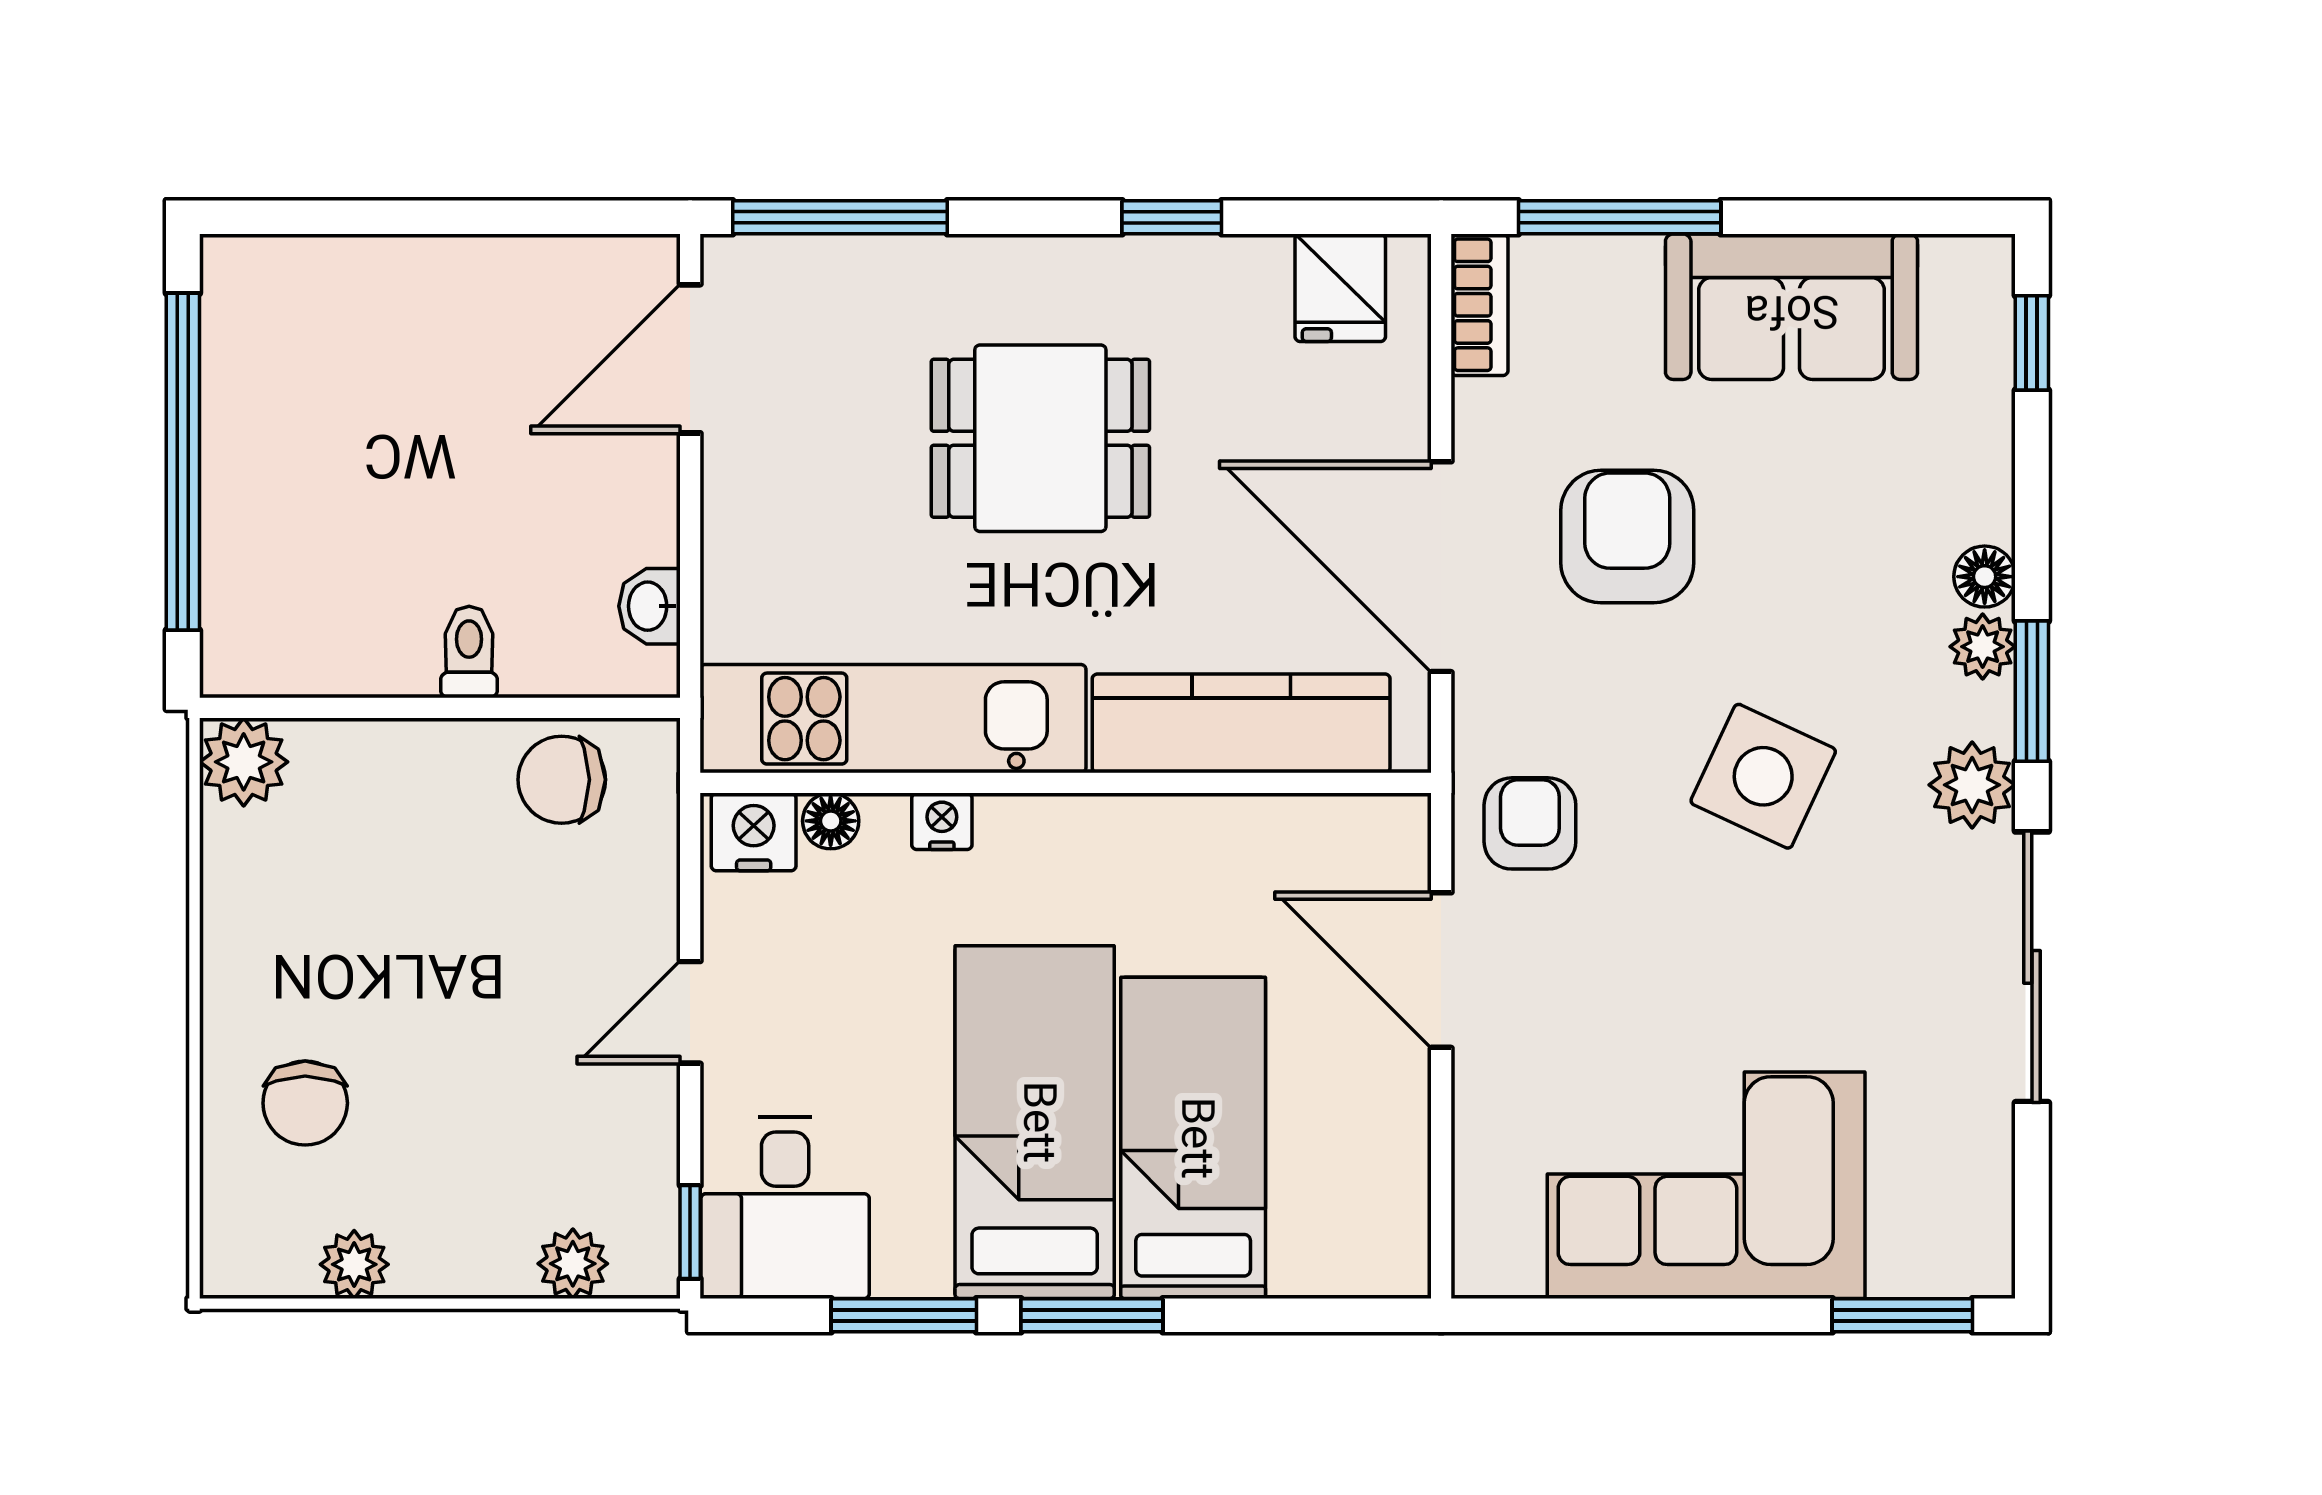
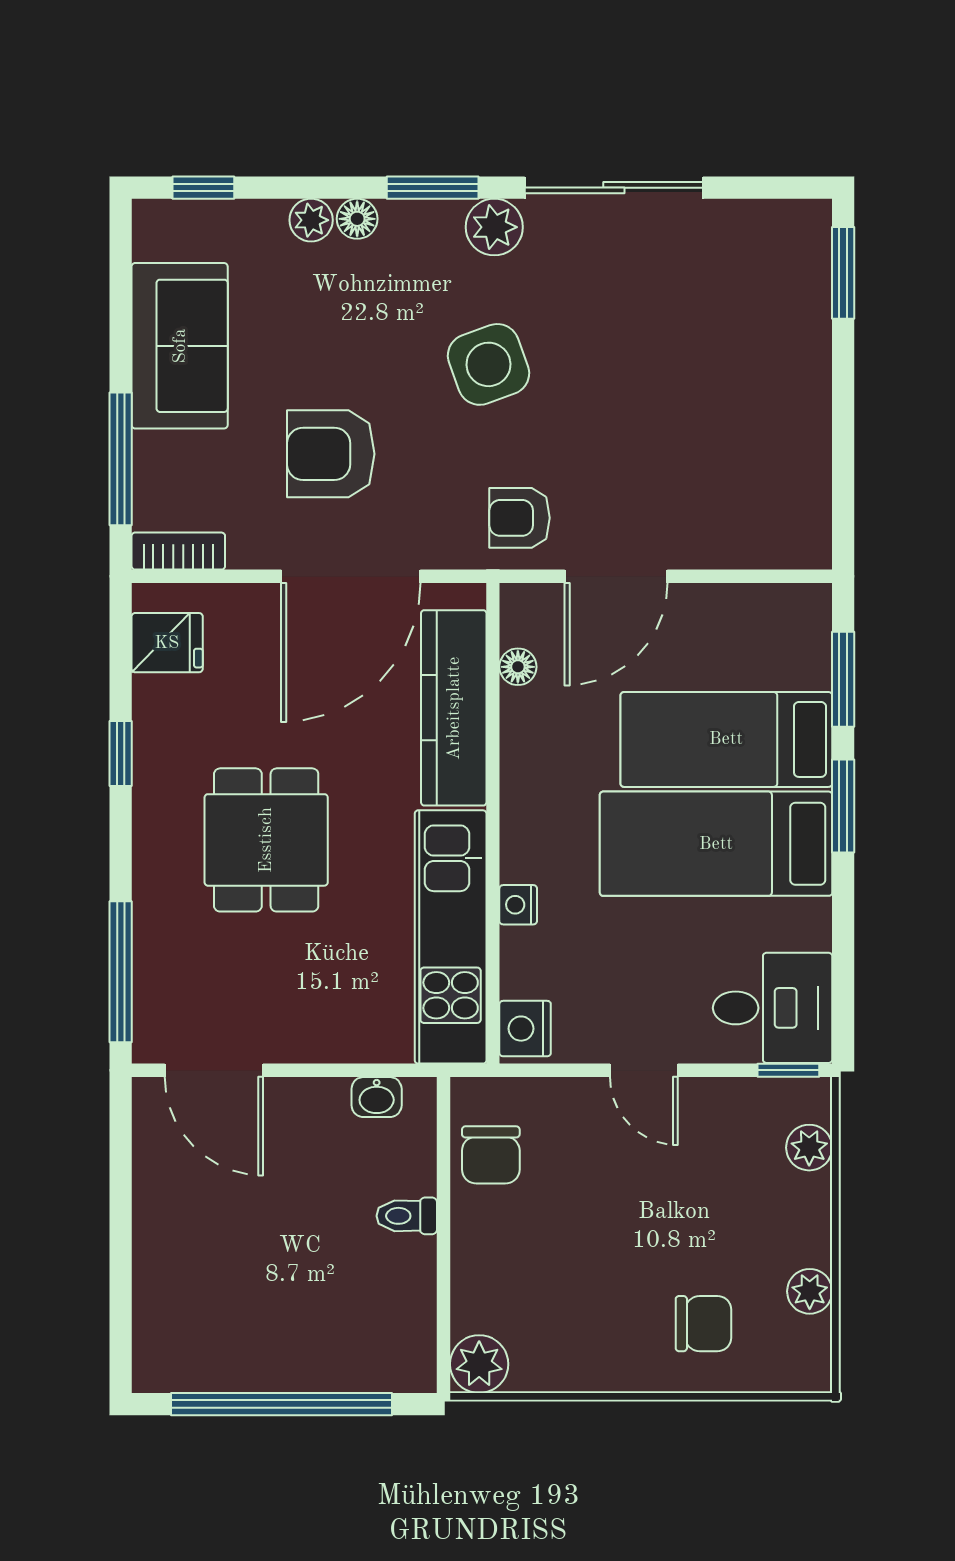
plant: (1983, 647) -> (311, 220), moved
side table: (1763, 776) -> (489, 364), turned 45
floor lamp: (831, 821) -> (518, 667), moved
corner sofa: (1706, 1185) -> (758, 402), removed
window: (904, 1315) -> (843, 679), moved

